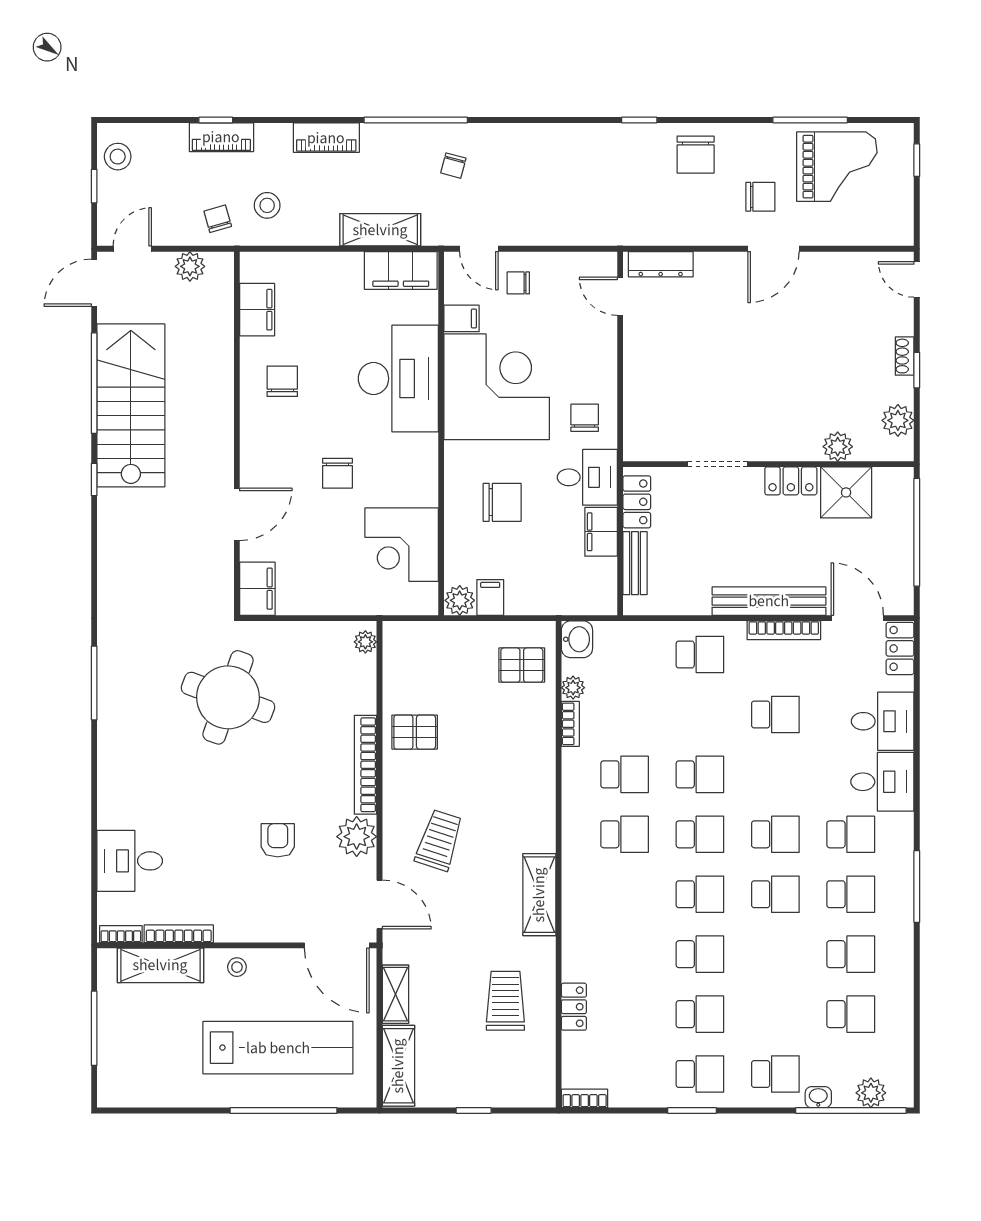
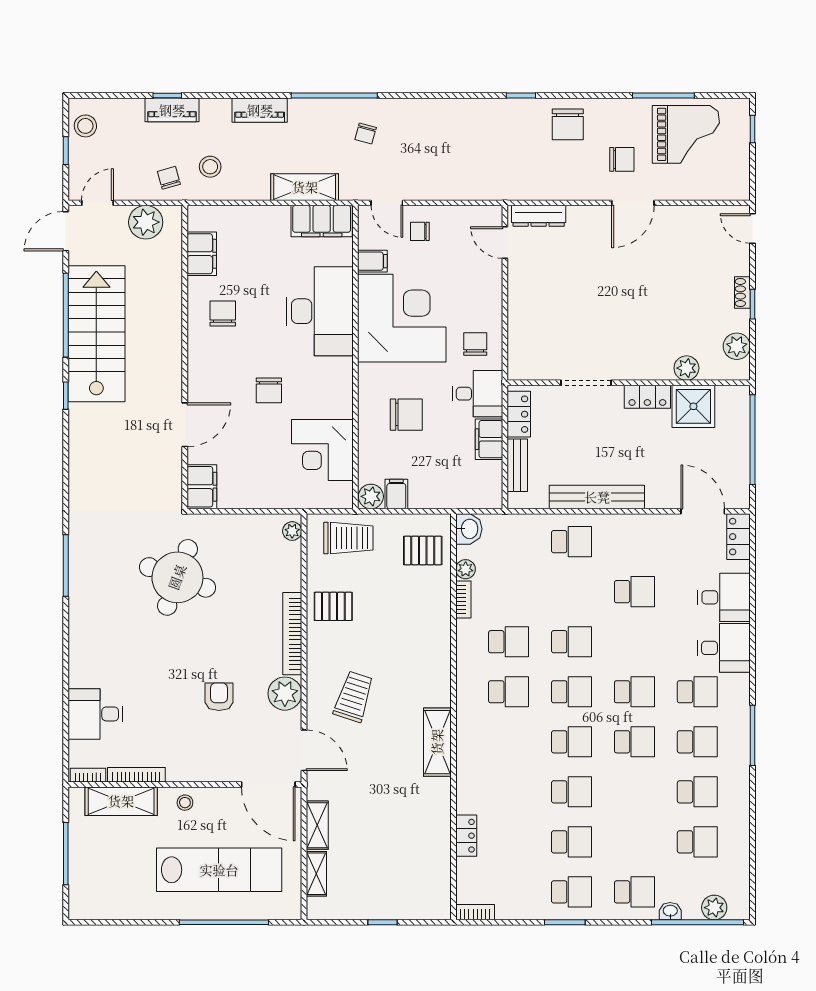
plant: (190, 266) -> (146, 222), width x1.36, depth x1.36
bench: (769, 601) -> (597, 497), moved
bookcase: (784, 630) -> (641, 521), removed
trolley: (505, 1001) -> (348, 538), moved, turned 90
shelving: (398, 1066) -> (316, 874), width x0.67, depth x0.75

